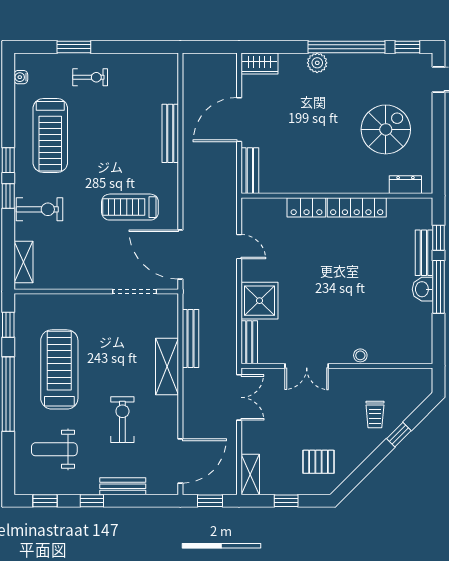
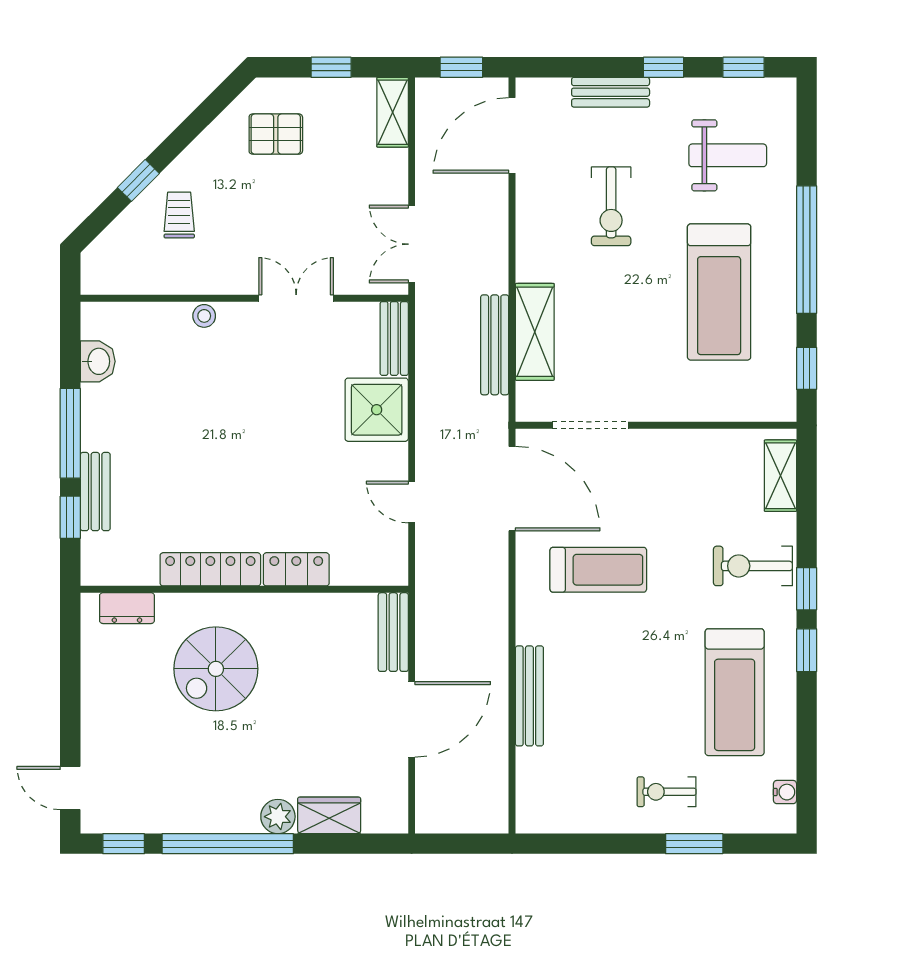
wardrobe: (259, 63) -> (329, 815), moved
spiral stairs: (386, 129) -> (216, 669), moved
treadmill: (50, 135) -> (735, 692), turned 180
washbasin: (423, 289) -> (98, 361), moved
shelving: (167, 367) -> (535, 332), moved

